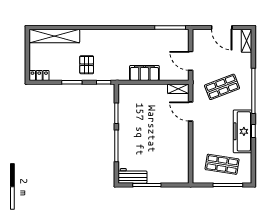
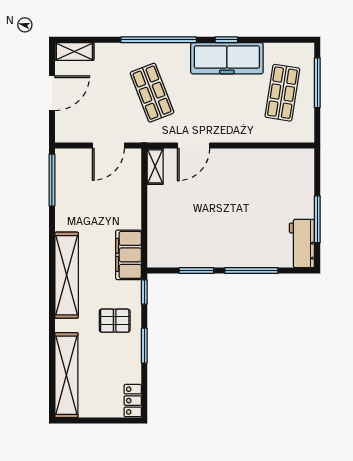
shelving: (114, 36) -> (67, 275), added
filing cabinet: (144, 73) -> (128, 255), moved

